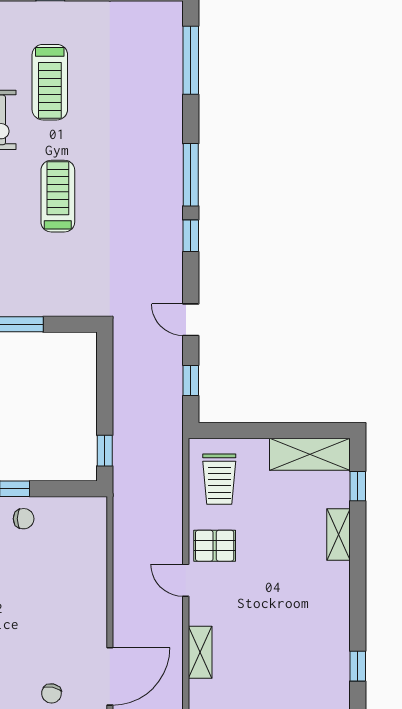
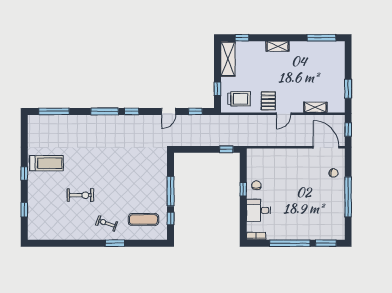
treadmill: (50, 82) -> (46, 163), moved
treadmill: (58, 196) -> (114, 170), removed
window: (242, 431) -> (217, 89), added
shelving: (339, 535) -> (278, 46), moved
window: (358, 666) -> (321, 38), width x2.17

